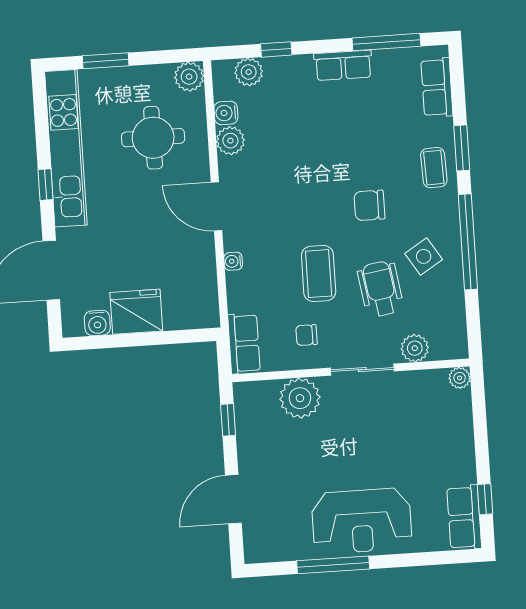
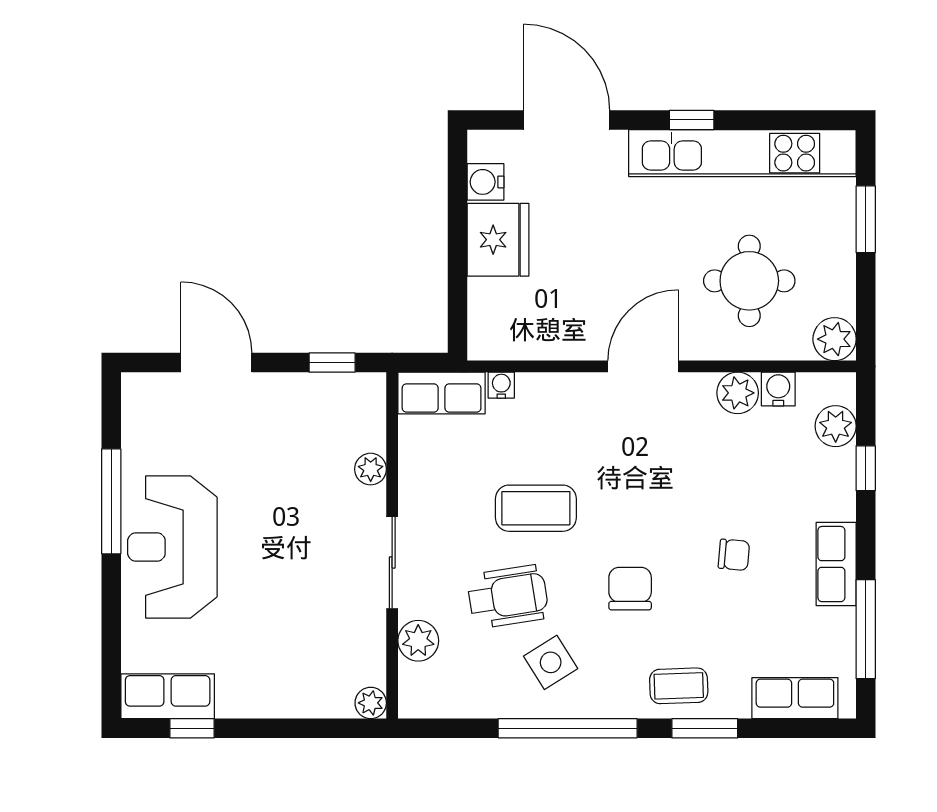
water cooler: (233, 261) -> (501, 385), moved
chair: (306, 335) -> (734, 555), moved, turned 95
plant: (300, 398) -> (371, 469), width x0.53, depth x0.53

